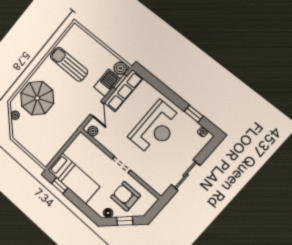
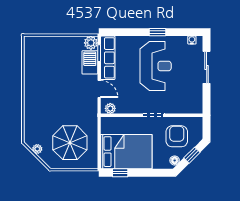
sun lounger: (69, 64) -> (47, 73), removed
parasol: (37, 98) -> (70, 143), moved
window: (194, 114) -> (157, 32), moved
sliding door: (186, 175) -> (207, 67), moved
bed: (74, 178) -> (126, 152), width x1.50
armchair: (125, 196) -> (177, 136), turned 90

